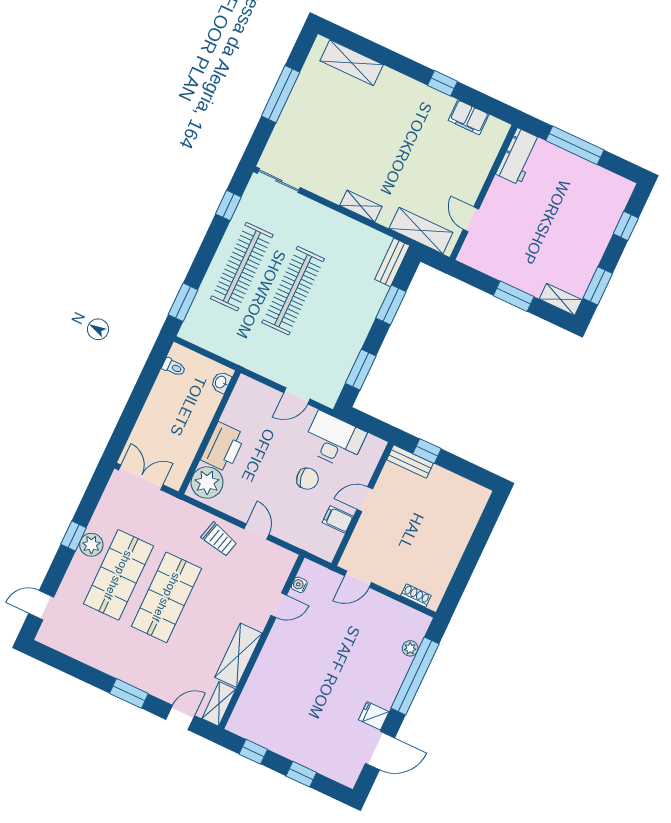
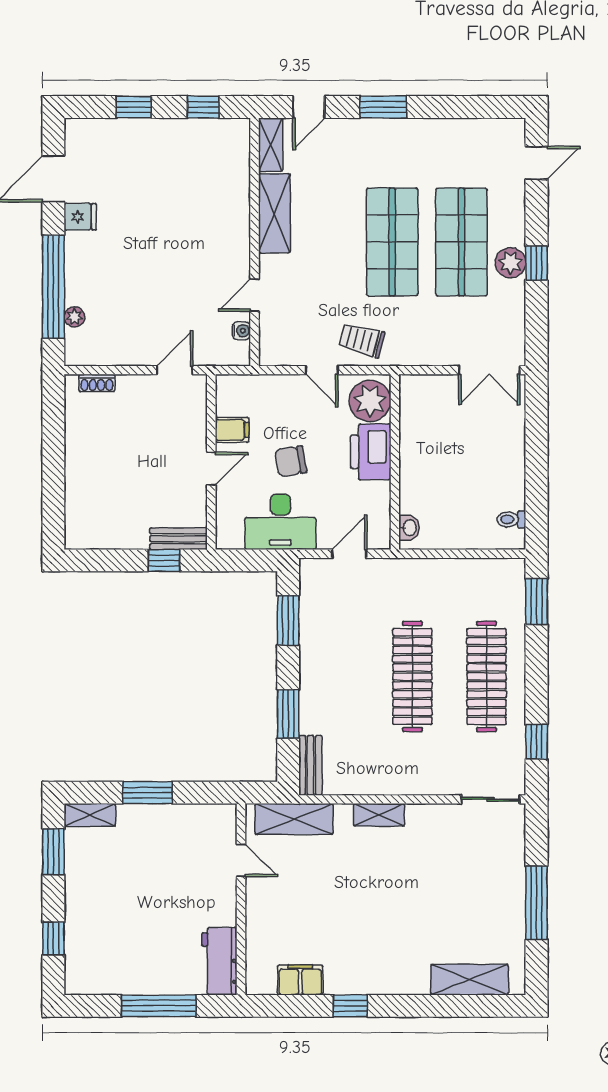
washbasin: (221, 382) -> (409, 528), moved
wall: (210, 432) -> (395, 462), moved
printer: (223, 447) -> (371, 452), moved
plant: (207, 482) -> (370, 401), moved

